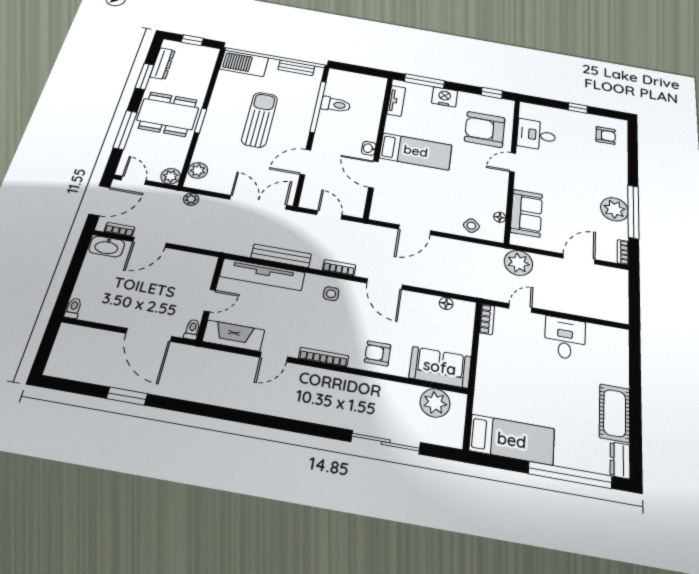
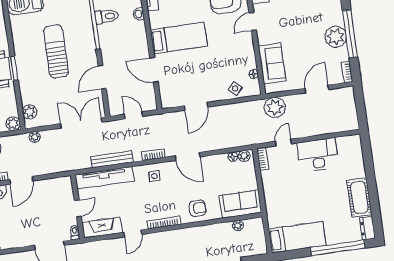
washbasin: (369, 148) -> (139, 14), moved
plant: (462, 308) -> (244, 156), added
desk: (565, 338) -> (318, 155), width x1.37
armchair: (378, 353) -> (198, 208), turned 180
plant: (435, 403) -> (238, 225), width x0.53, depth x0.53

